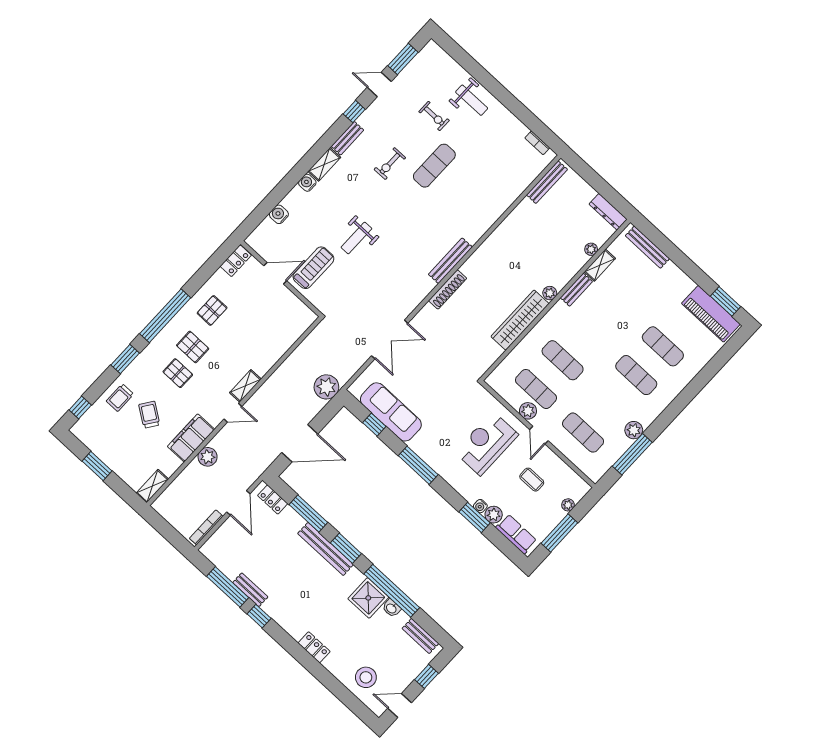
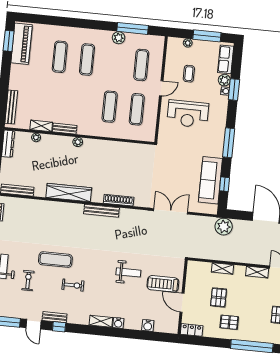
bench: (347, 138) -> (55, 317), moved
wardrobe: (520, 320) -> (69, 193), moved, turned 180
pallet: (193, 347) -> (219, 297), moved
shelving: (279, 349) -> (223, 268), added
plant: (528, 411) -> (152, 105), removed

